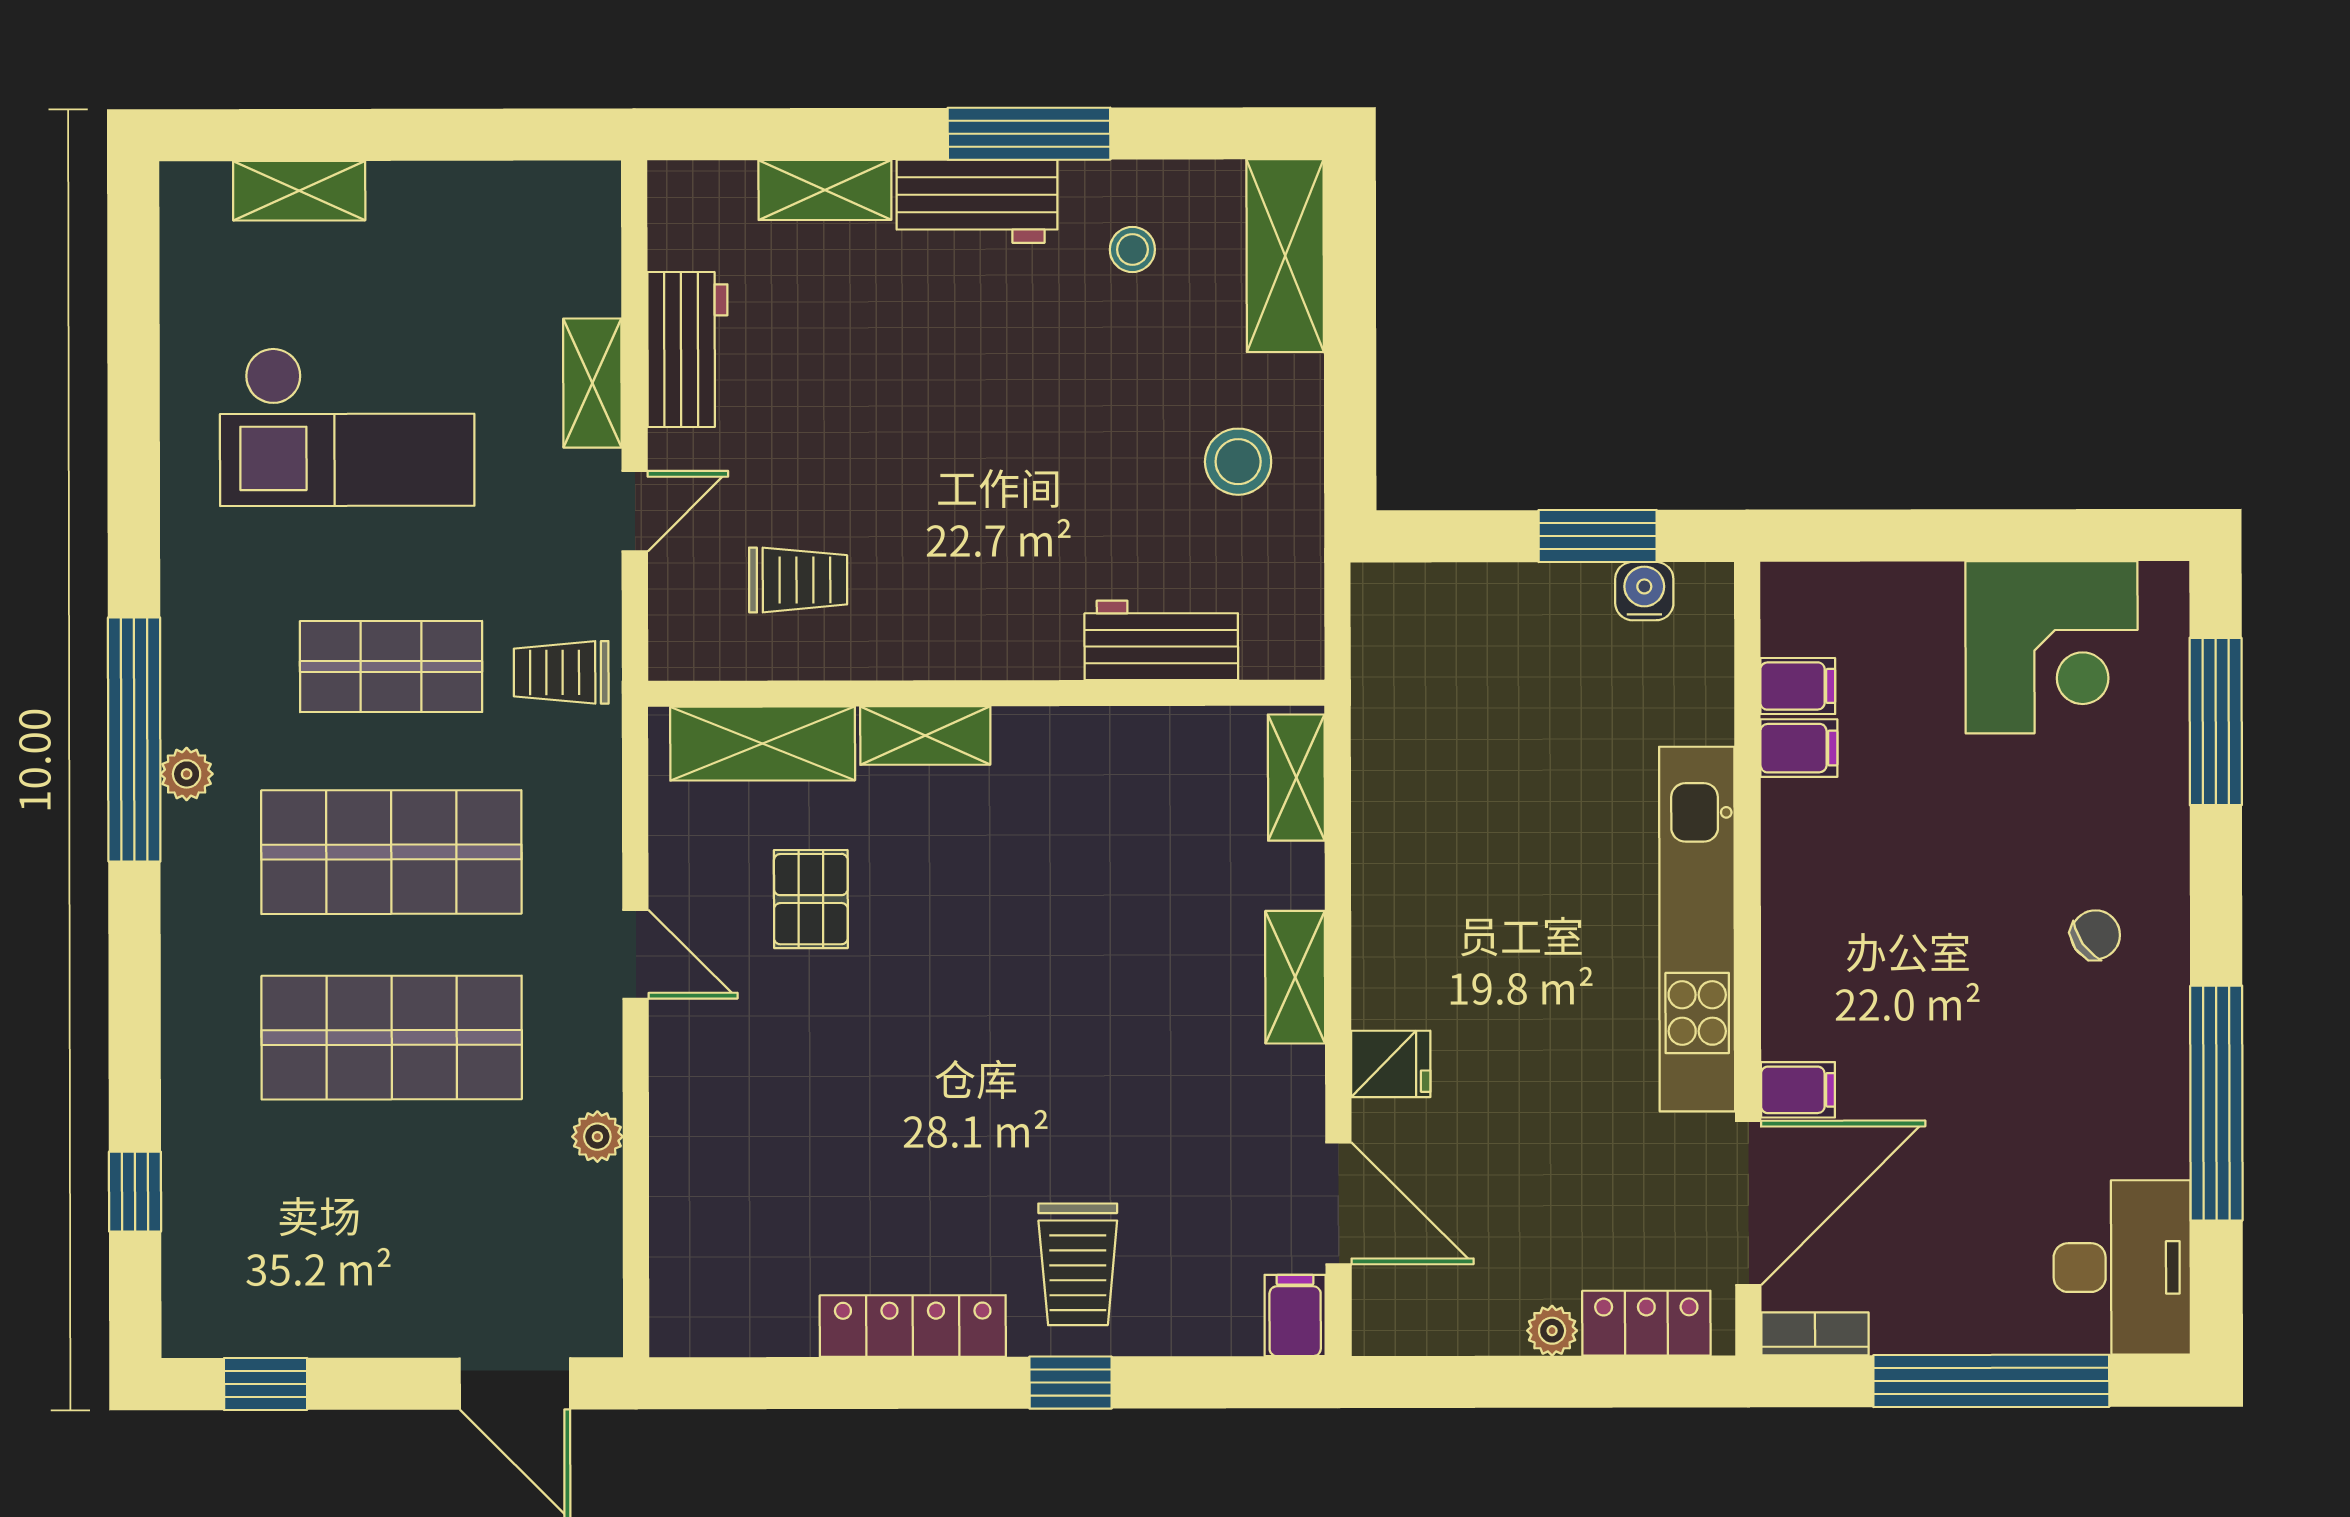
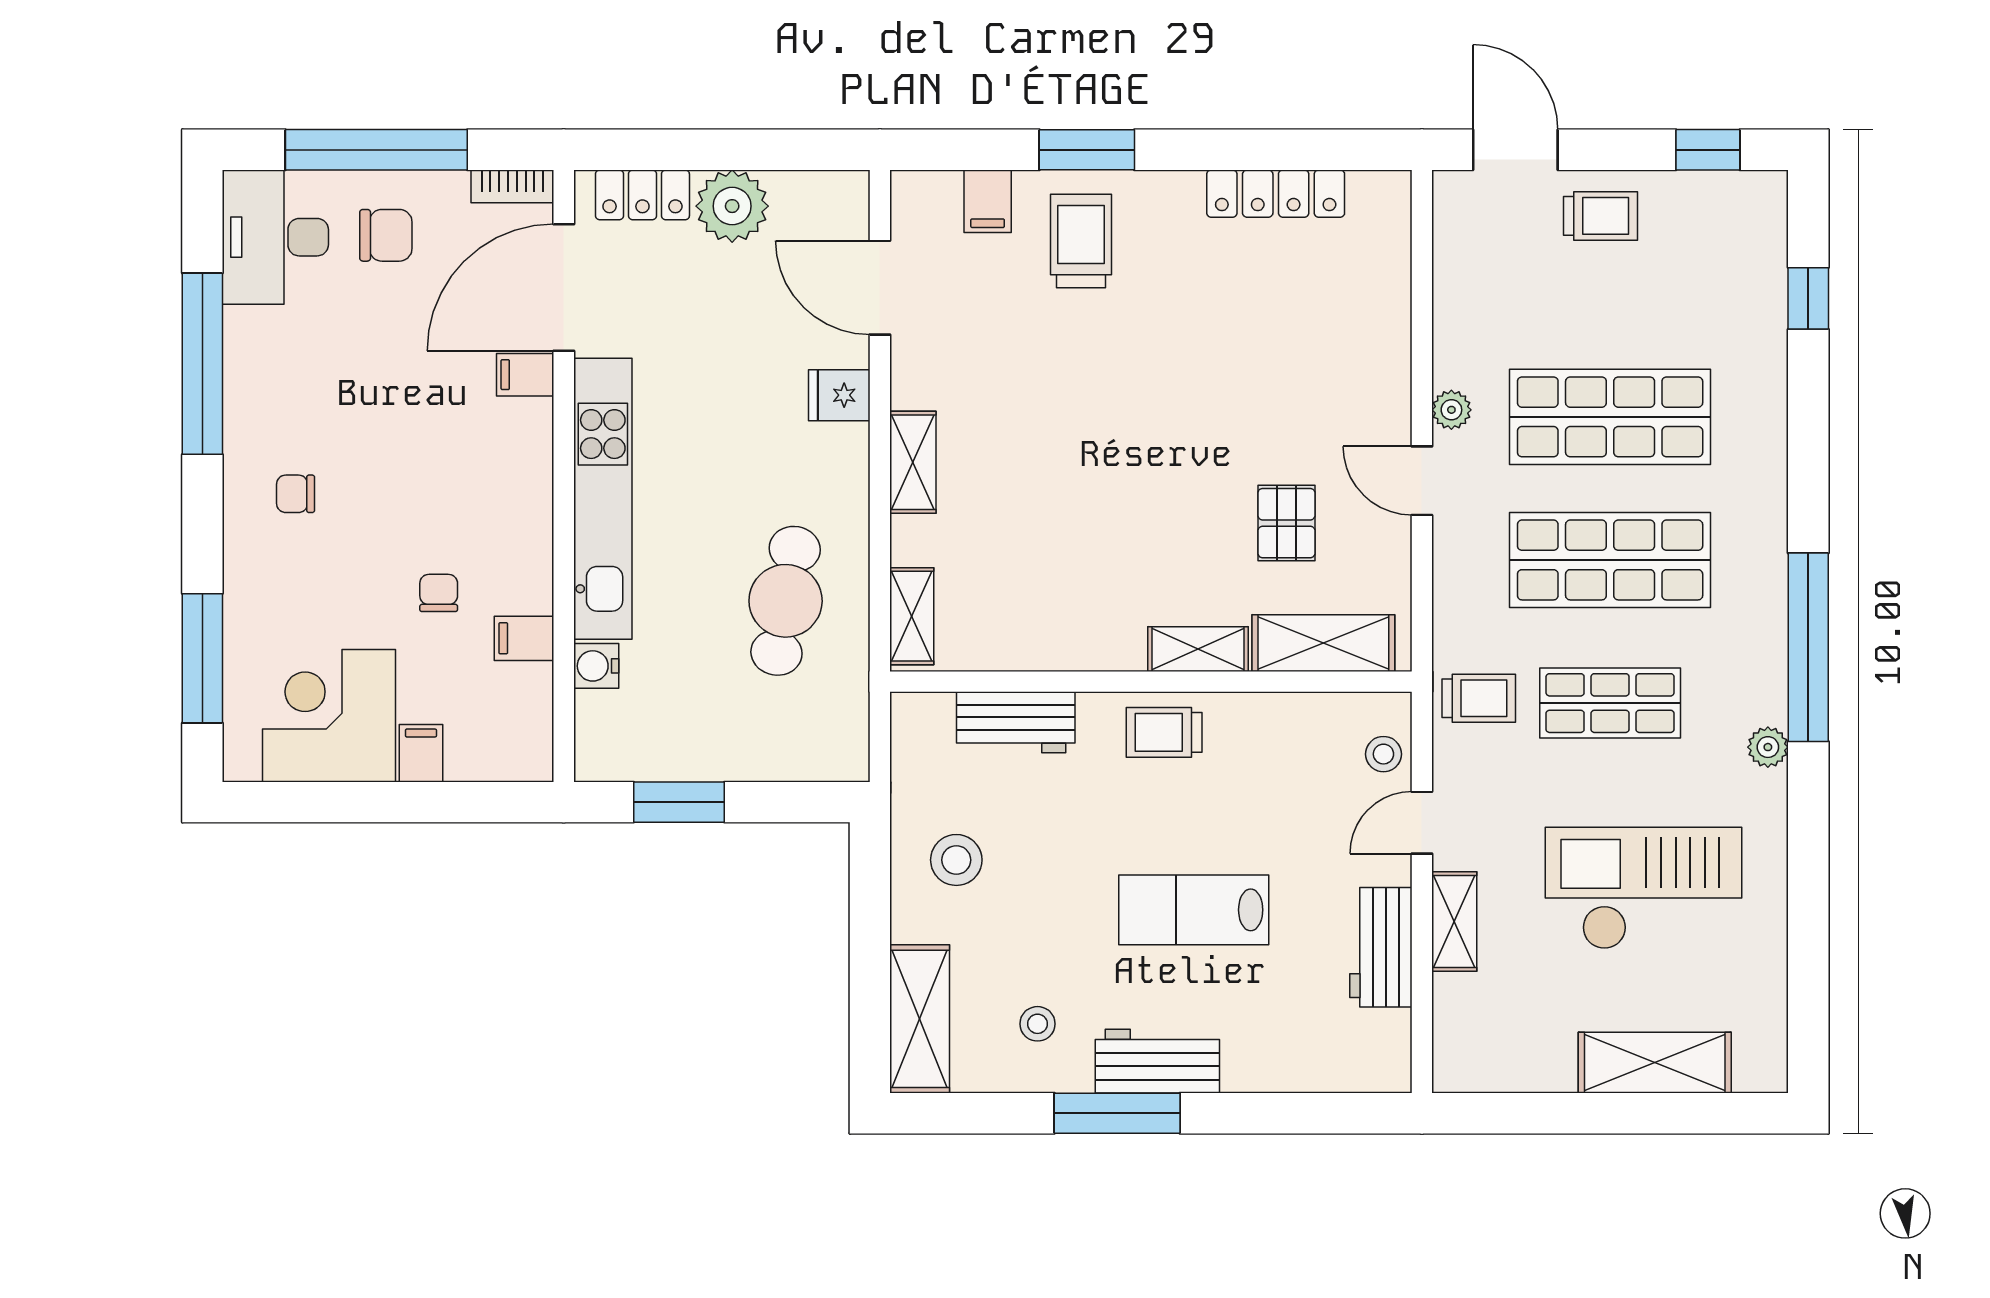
shelving: (825, 190) -> (1275, 1070), removed
shelving: (299, 191) -> (1655, 1063), width x1.50, depth x1.33
lab bench: (930, 398) -> (1194, 910), added
trolley: (798, 580) -> (1164, 732), moved
water cooler: (1644, 591) -> (596, 666), moved, turned 90
stool: (685, 600) -> (1383, 754), added
filing cabinet: (1798, 686) -> (421, 753), moved, turned 90
plant: (187, 774) -> (1768, 747), moved
cafe table: (1460, 797) -> (786, 601), added
chair: (1910, 807) -> (439, 593), added
chair: (2095, 935) -> (296, 494), turned 35
plant: (597, 1137) -> (1451, 410), moved
chair: (1979, 1270) -> (386, 235), added
trolley: (405, 1298) -> (1600, 216), added
filing cabinet: (1295, 1315) -> (988, 201), moved
locker: (913, 1326) -> (1276, 194), moved
plant: (1552, 1331) -> (732, 206), width x1.88, depth x1.88
window: (1071, 1383) -> (1087, 150), width x1.50

